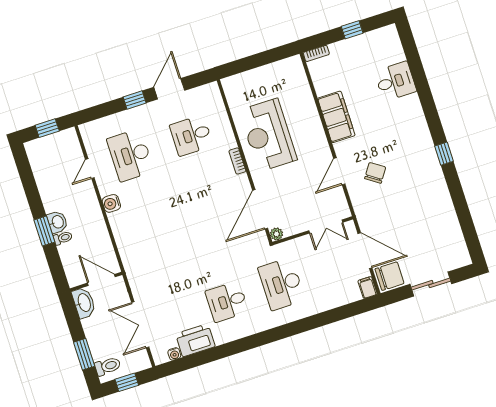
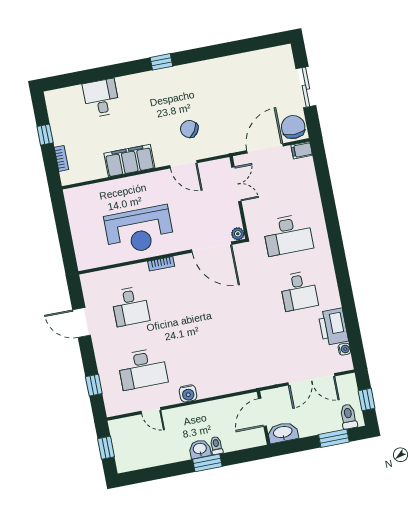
bookcase: (316, 53) -> (61, 158), moved
window: (135, 100) -> (94, 385), moved
window: (444, 154) -> (161, 62), moved

